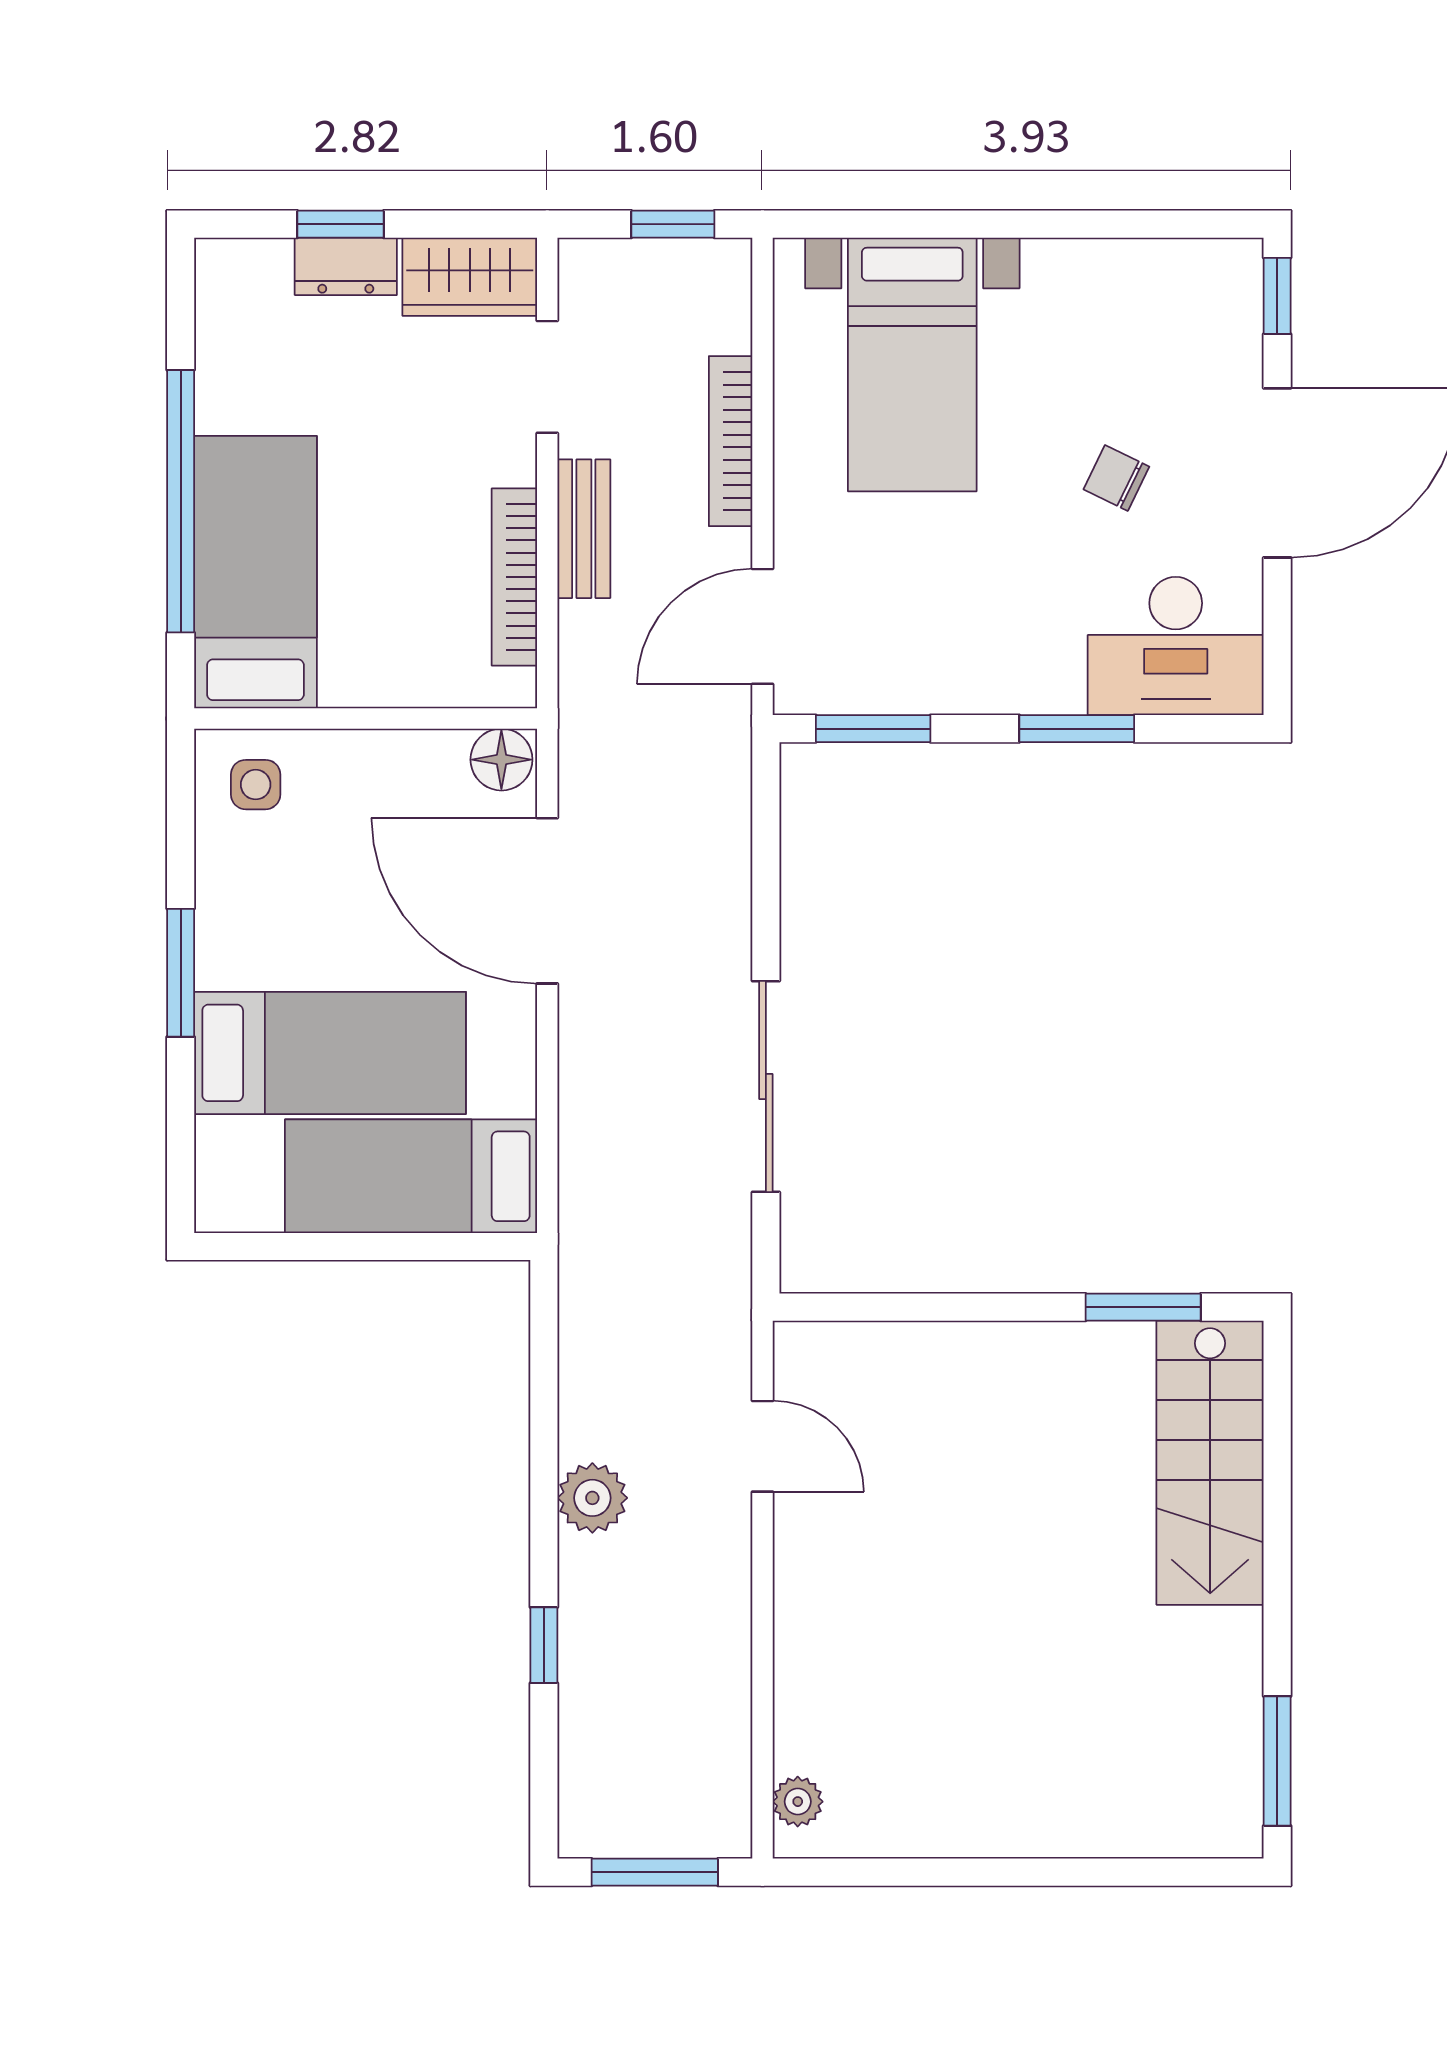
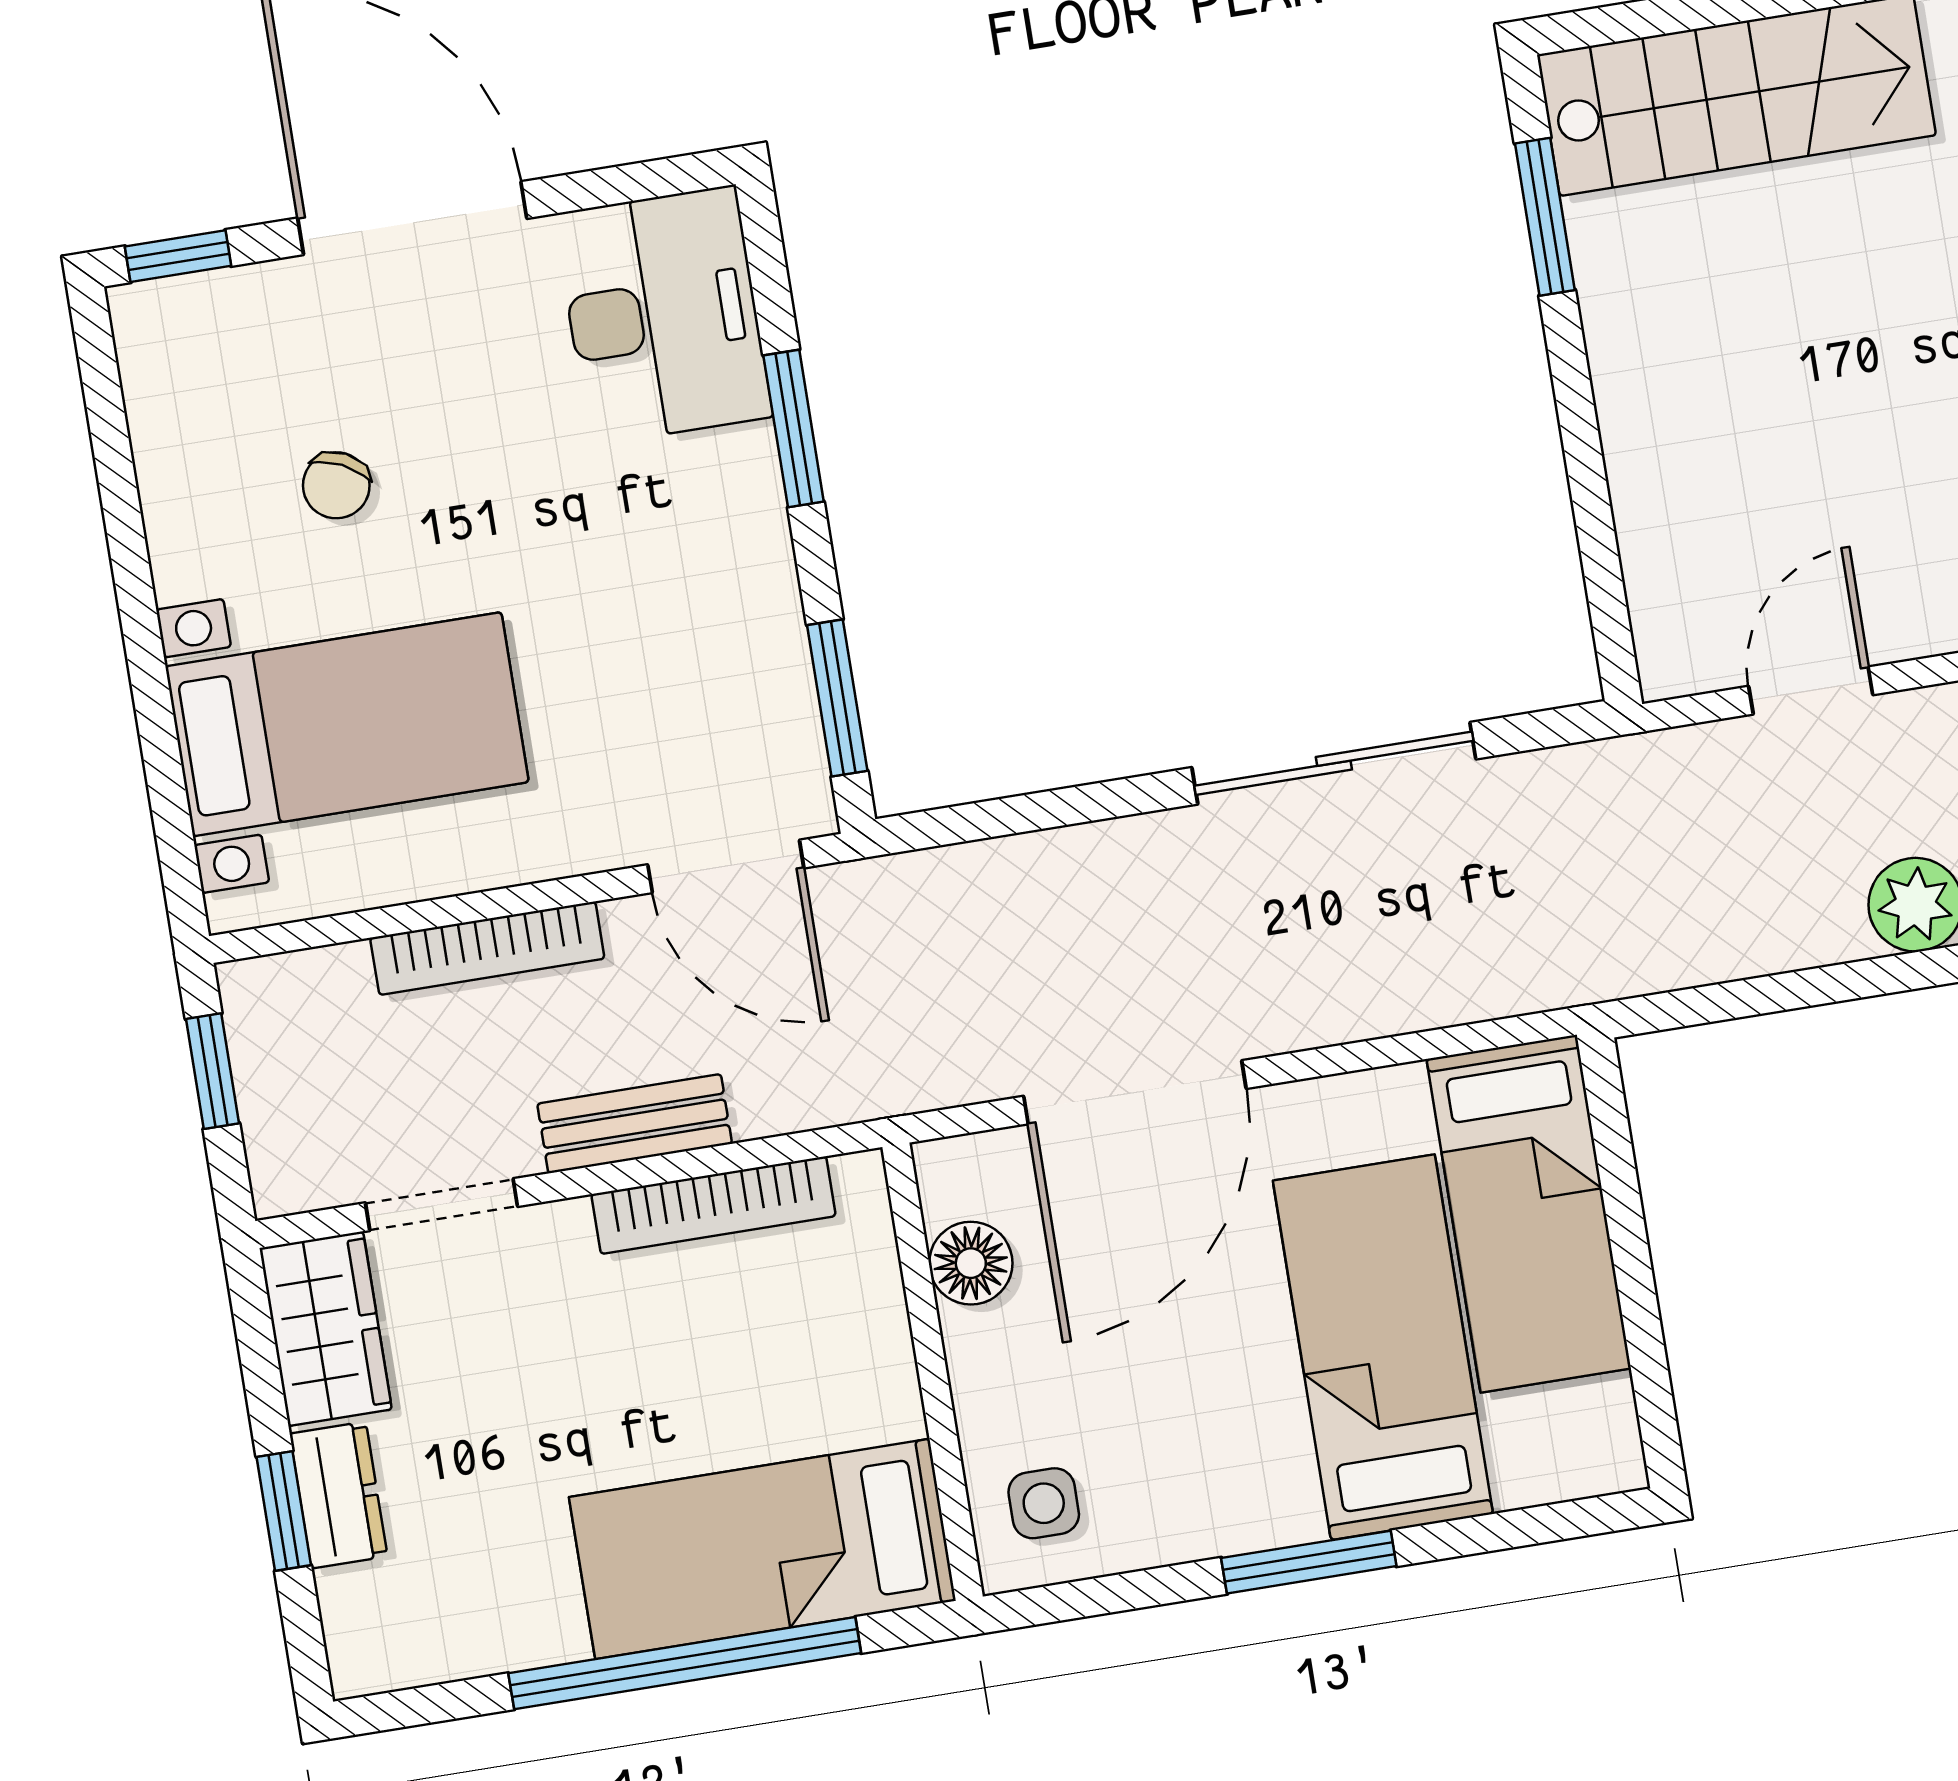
chair: (1116, 478) -> (336, 485), moved
floor lamp: (501, 760) -> (971, 1263), moved

